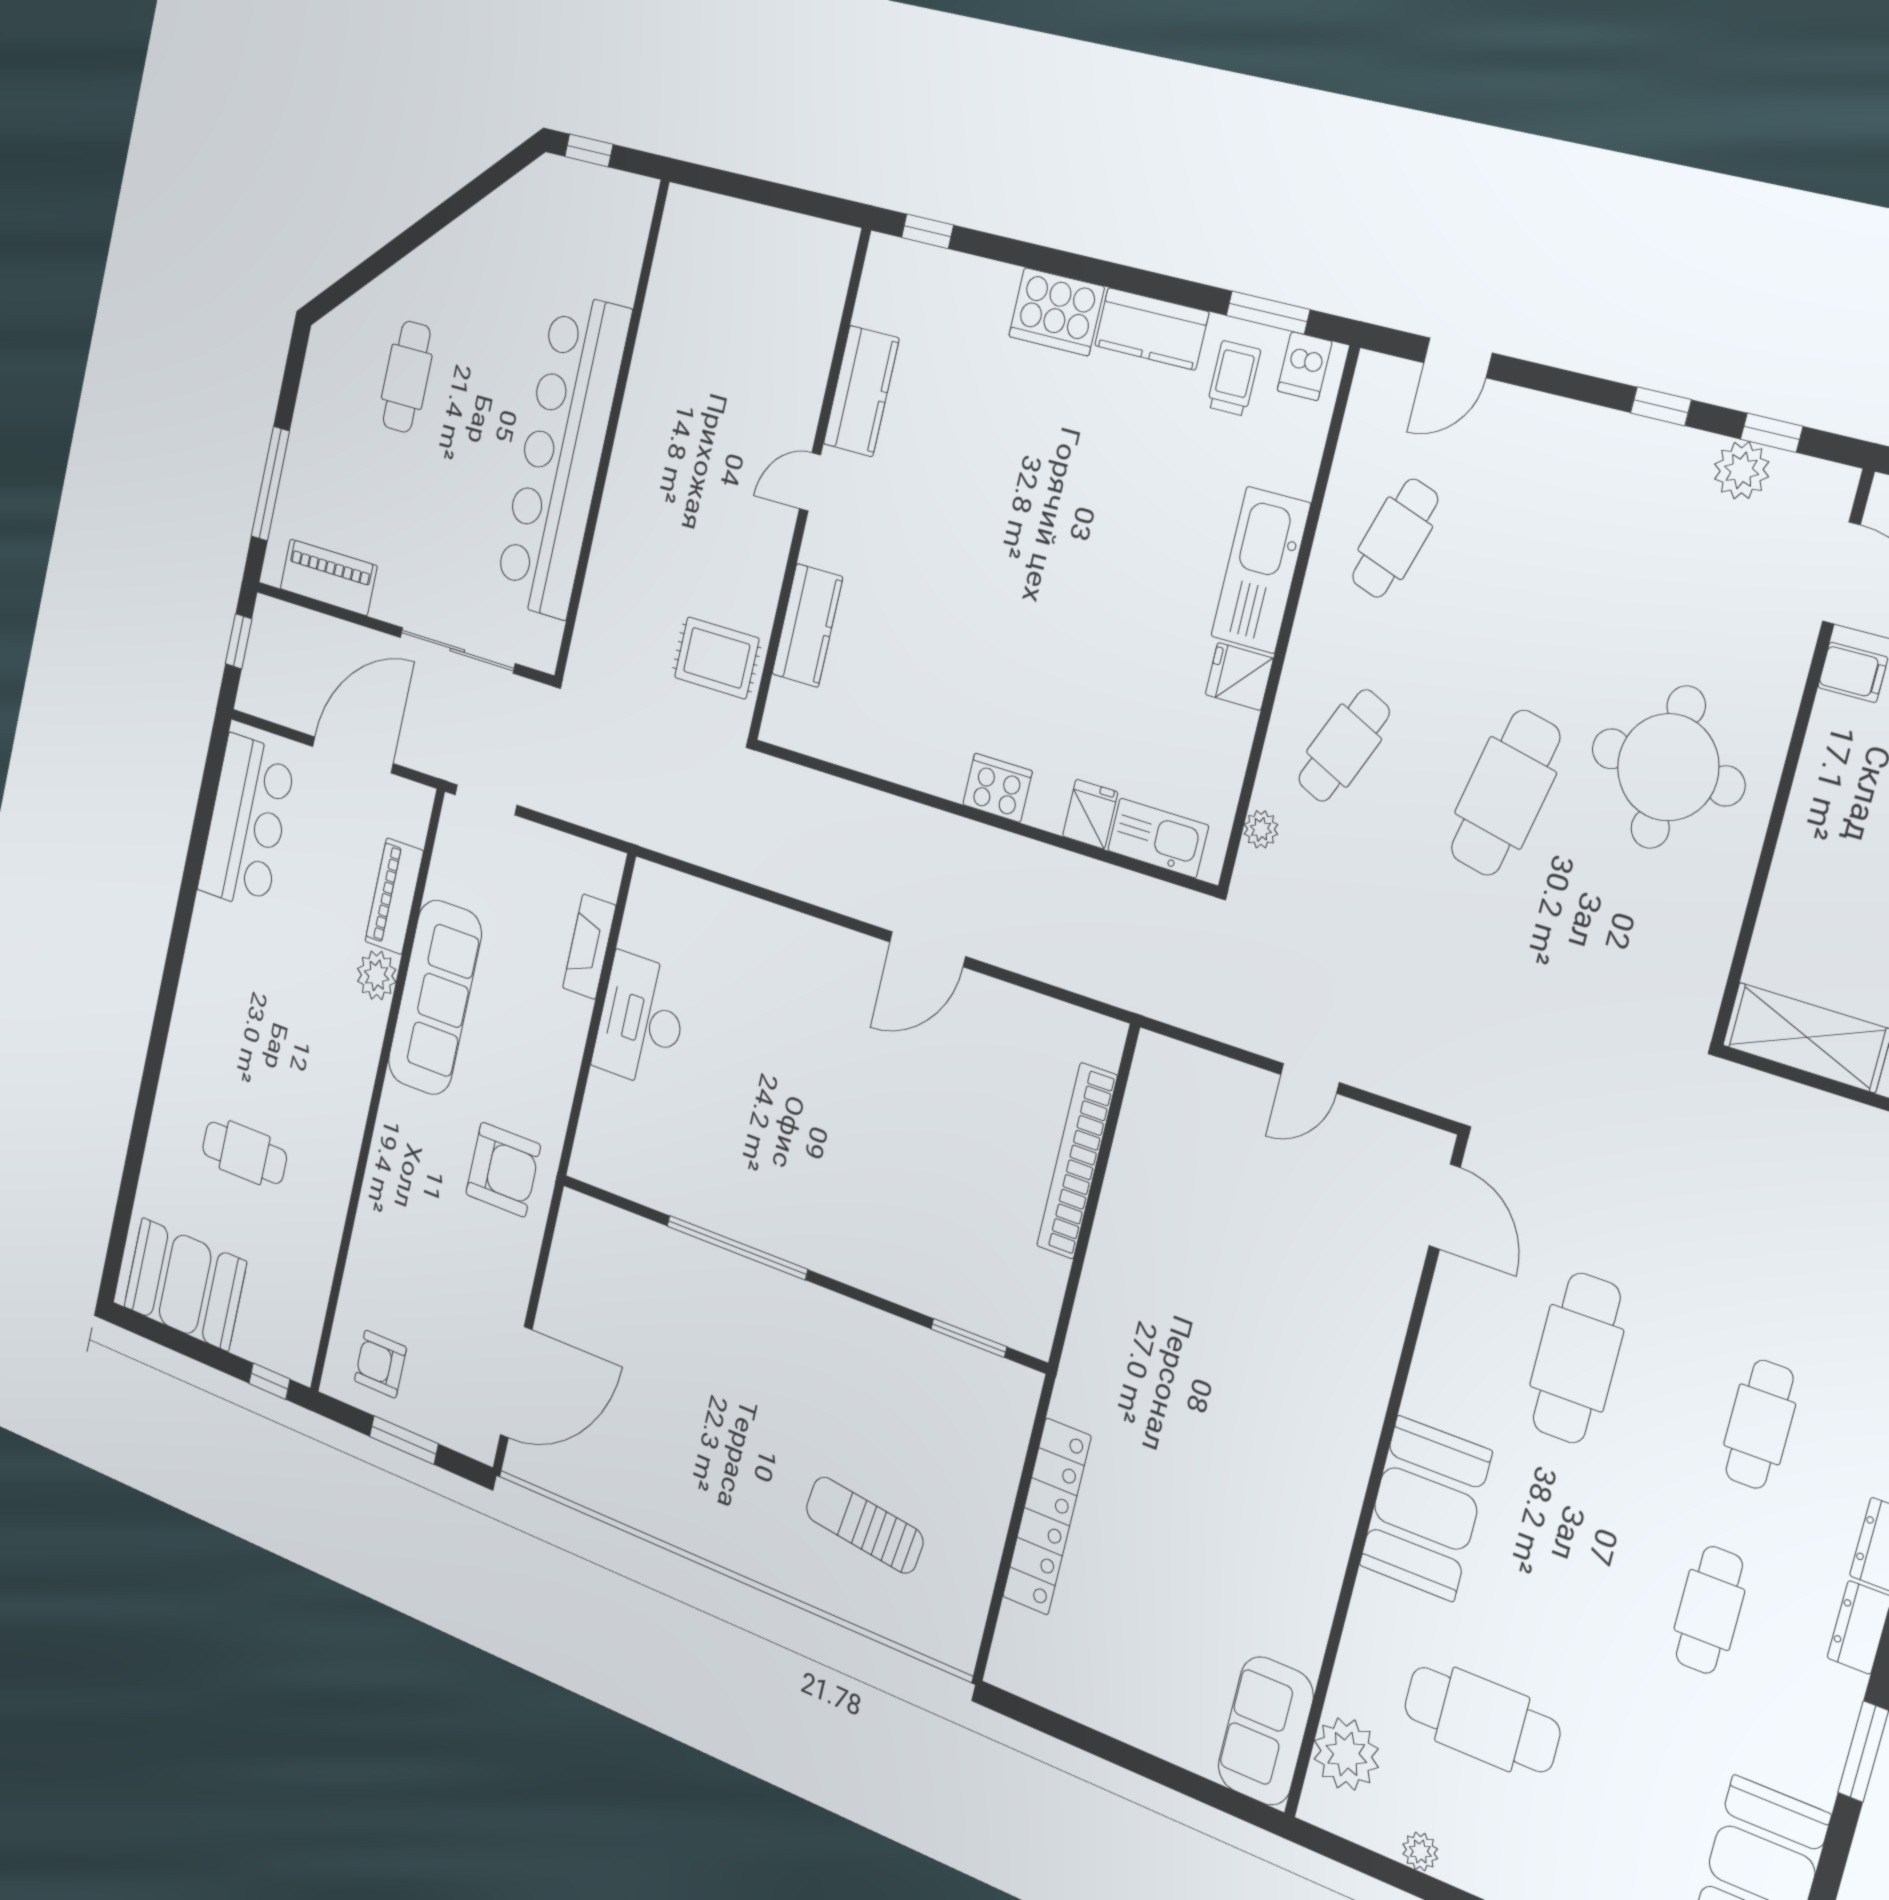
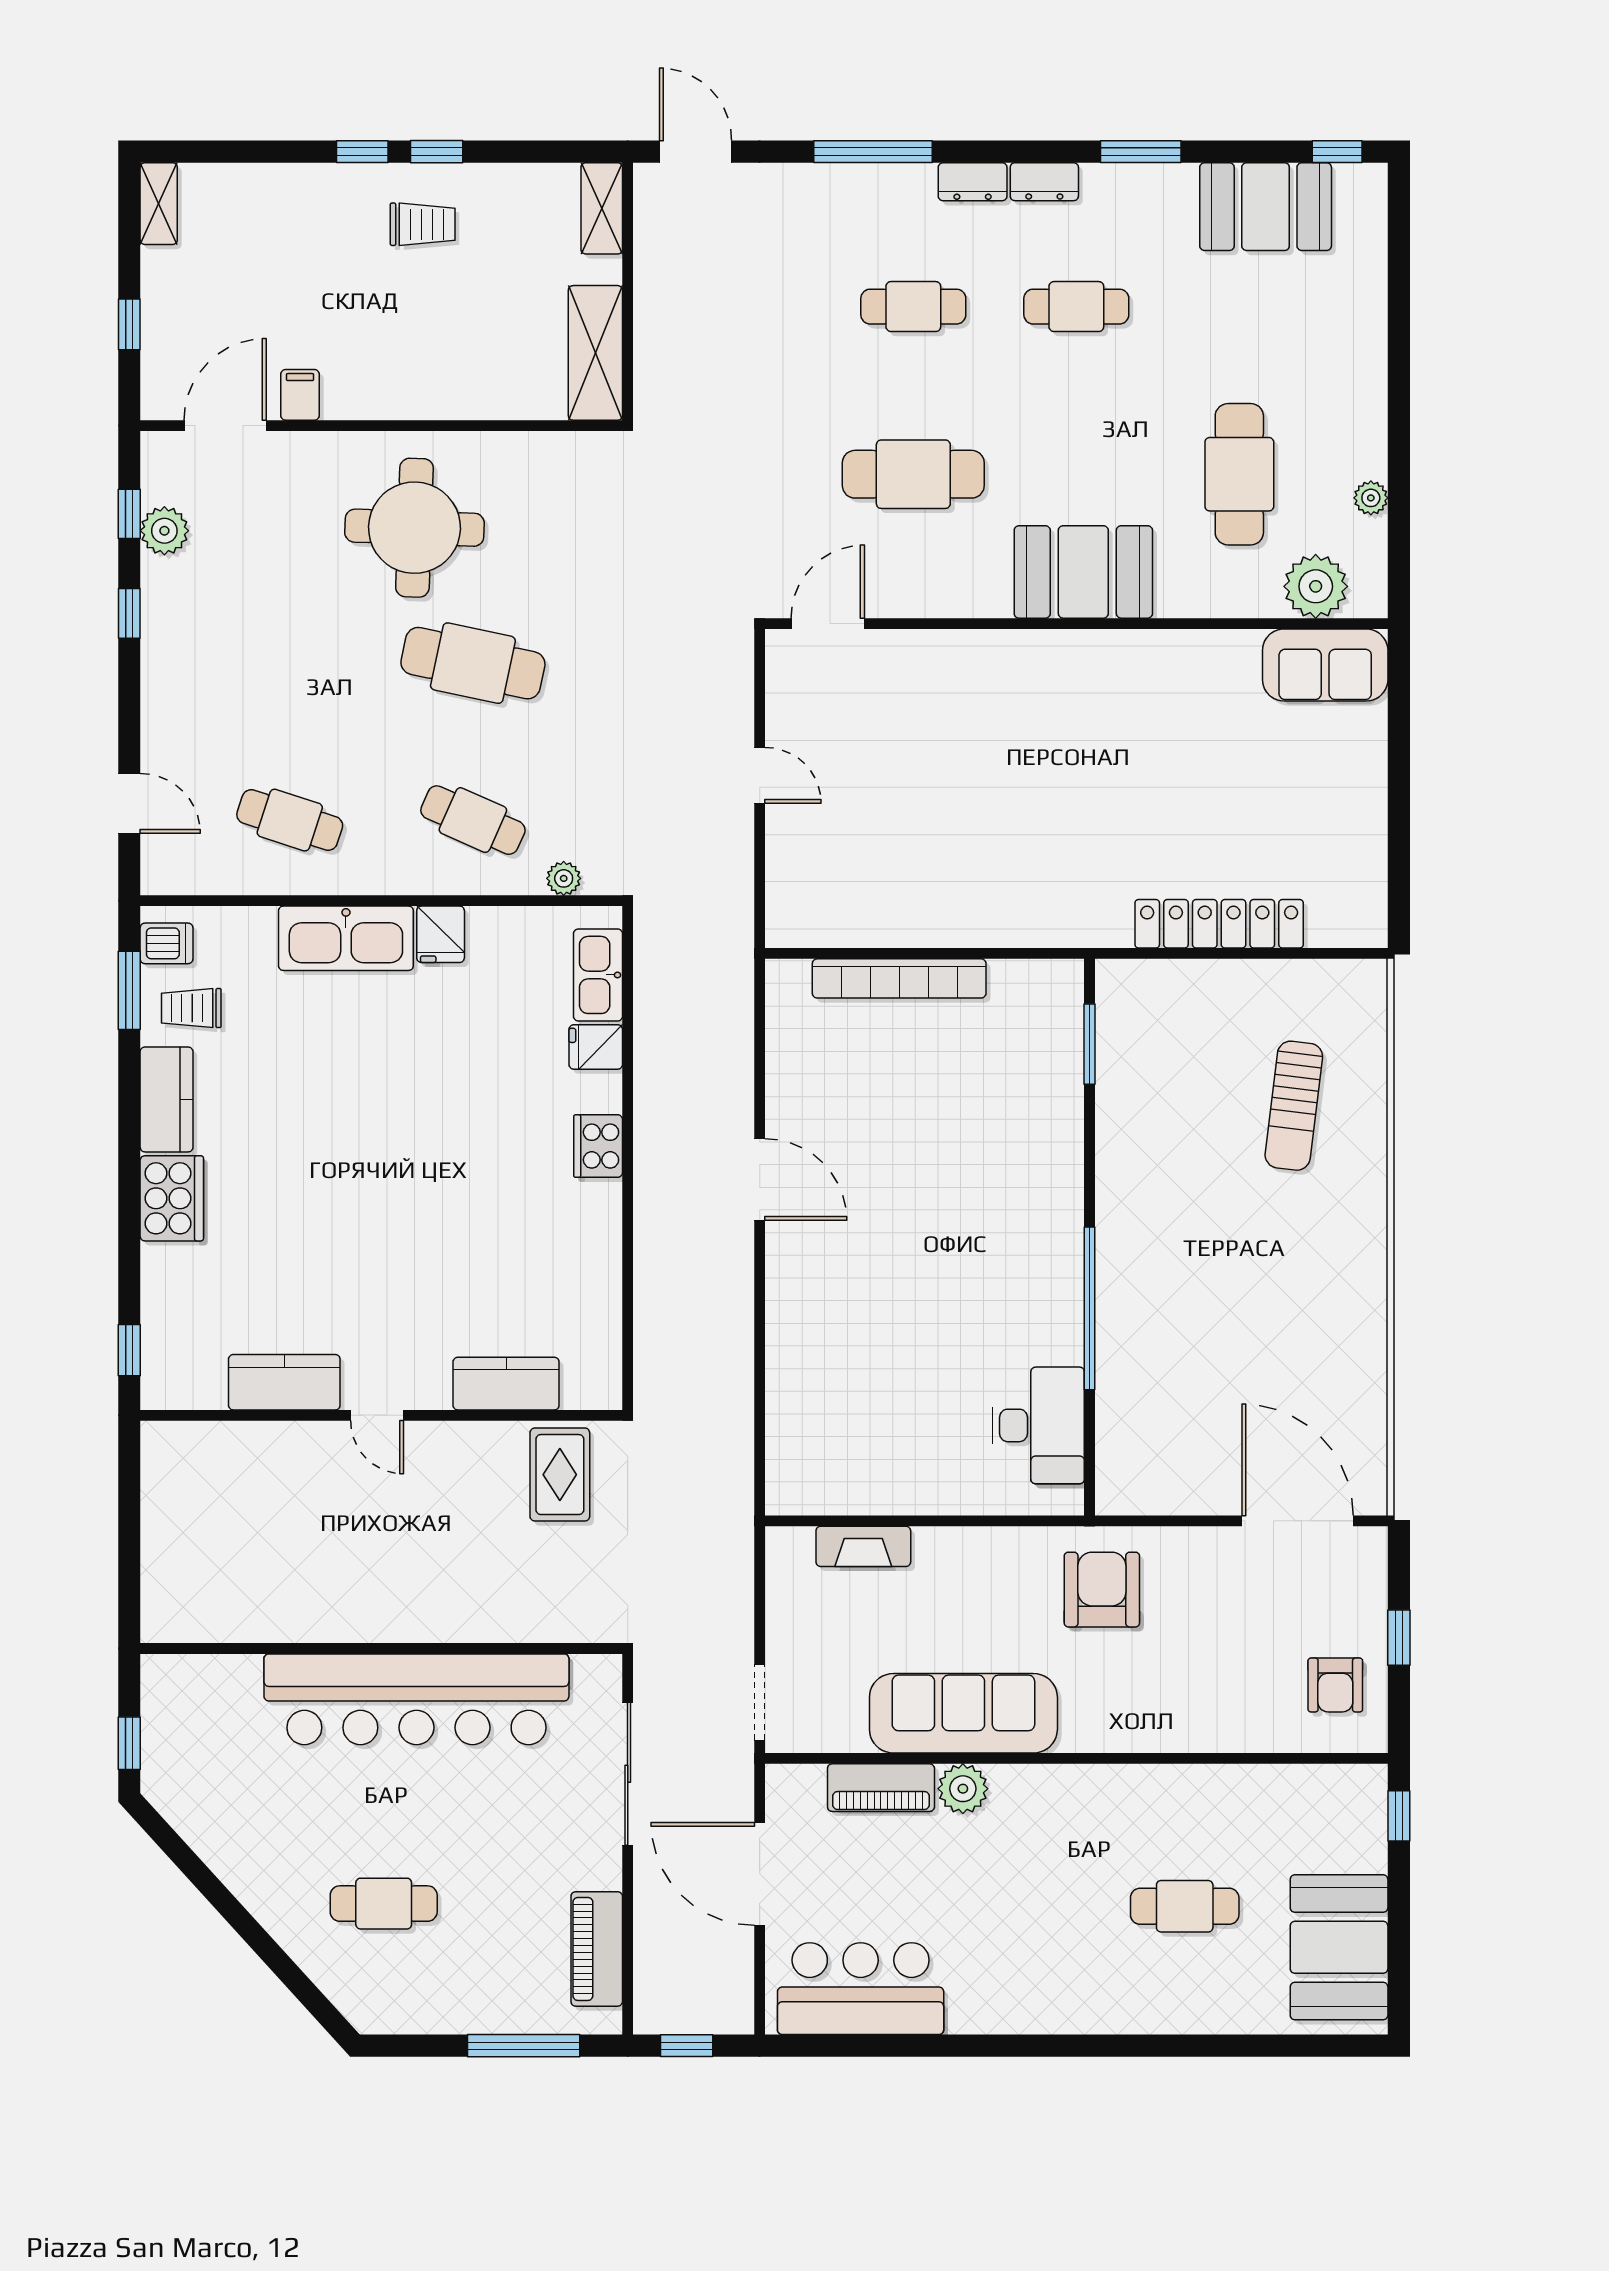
desk: (641, 1020) -> (1038, 1425), moved, turned -90
cafe table: (245, 1153) -> (1185, 1906), turned 90
window: (404, 1440) -> (1399, 1638), width x0.67

